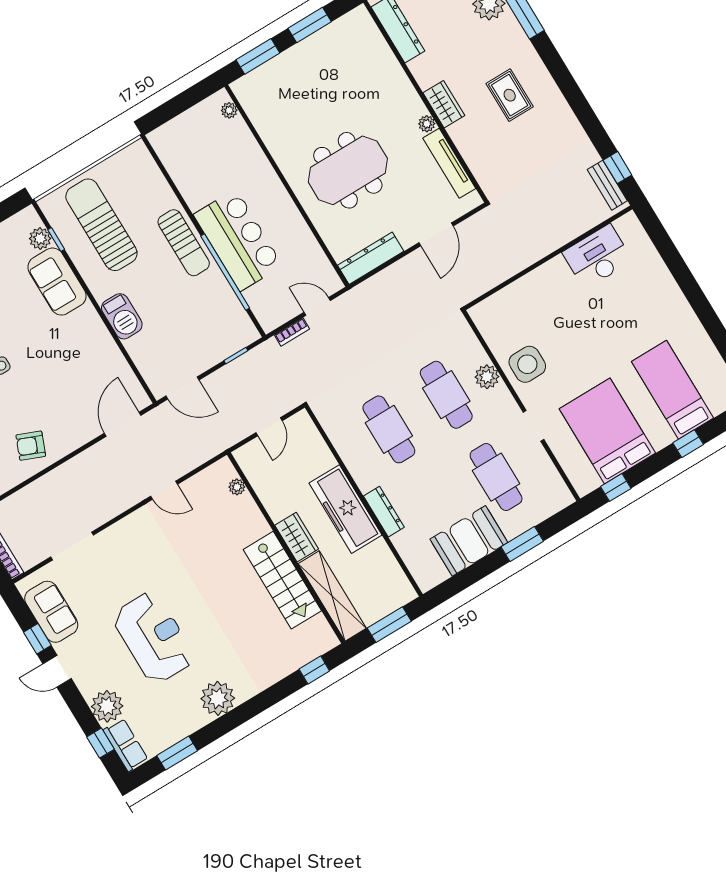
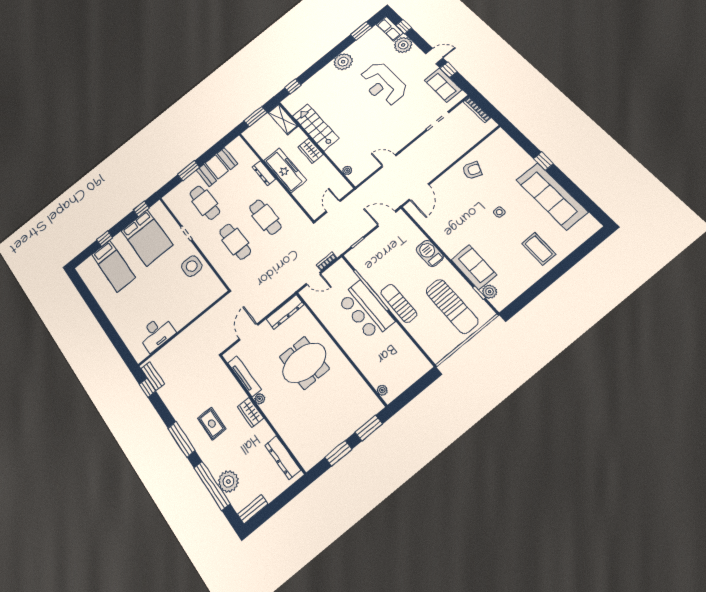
window: (563, 77) -> (181, 439), added
plant: (487, 377) -> (213, 255), removed
shelving: (332, 596) -> (283, 119), width x0.68

